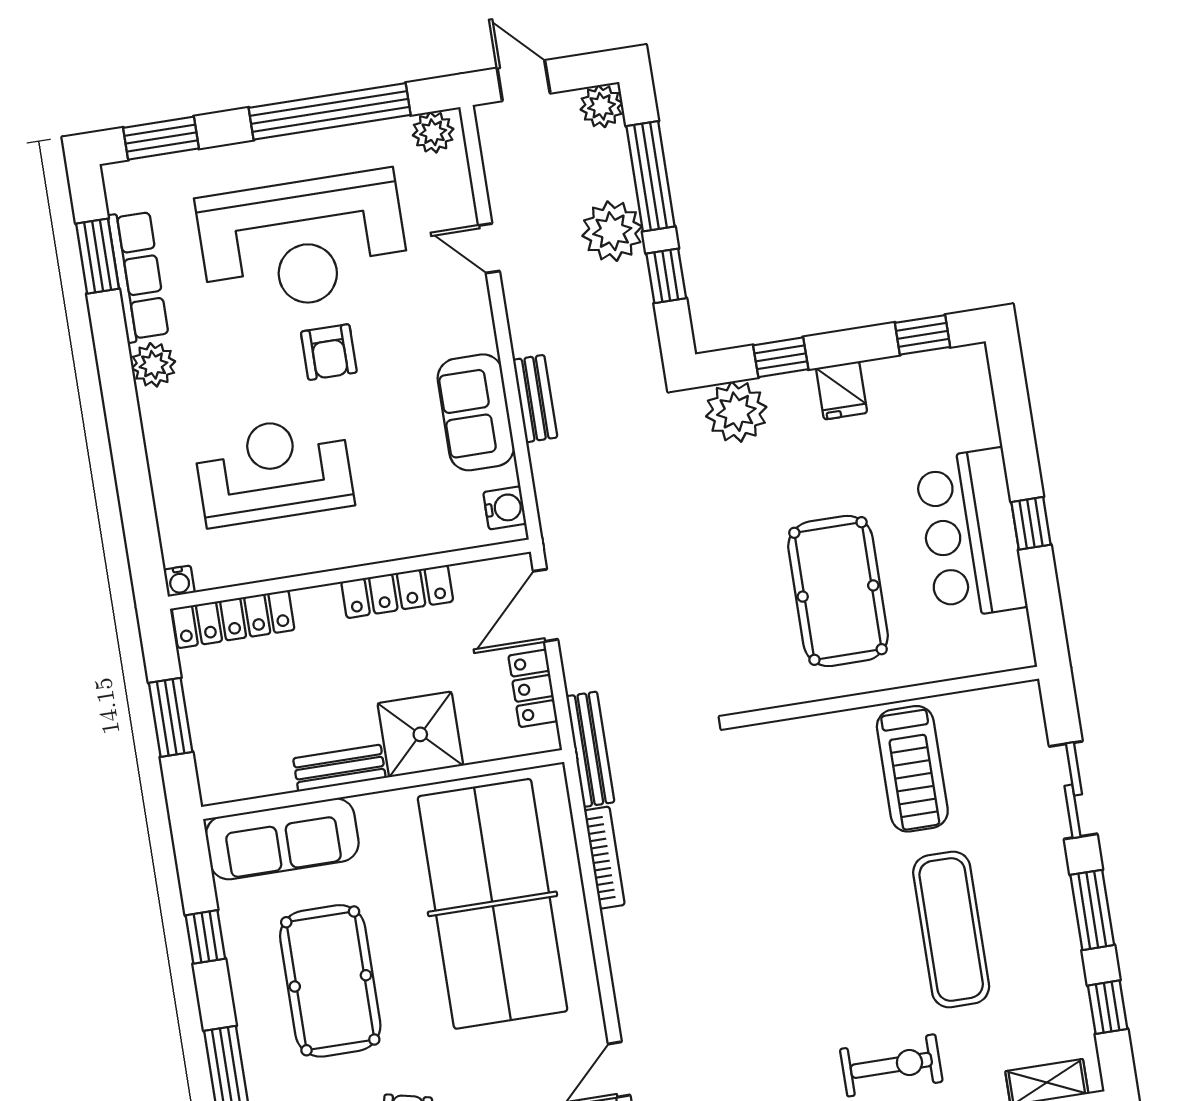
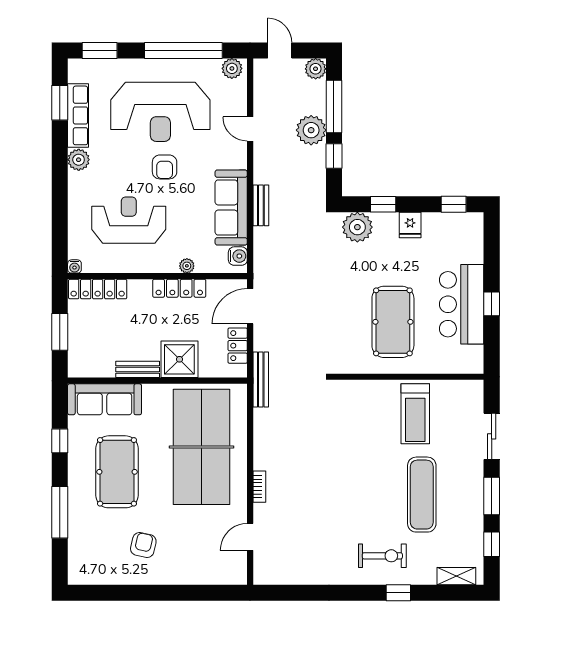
sofa: (476, 412) -> (231, 208), width x1.36
plant: (405, 544) -> (187, 266), added
bookcase: (605, 858) -> (259, 487), moved, width x0.64

